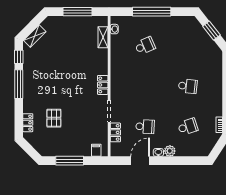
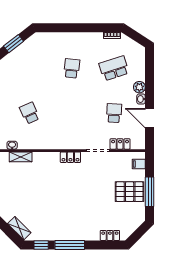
pallet: (54, 118) -> (130, 192), moved, width x1.50, depth x1.42
school desk: (188, 127) -> (114, 68), width x1.85

